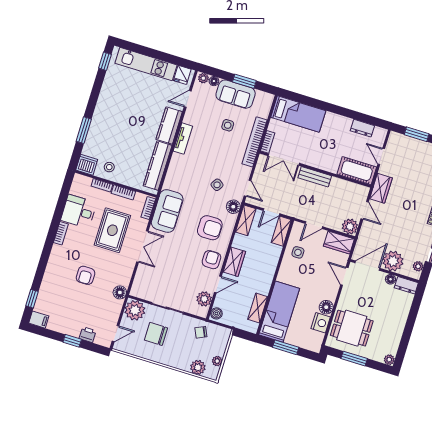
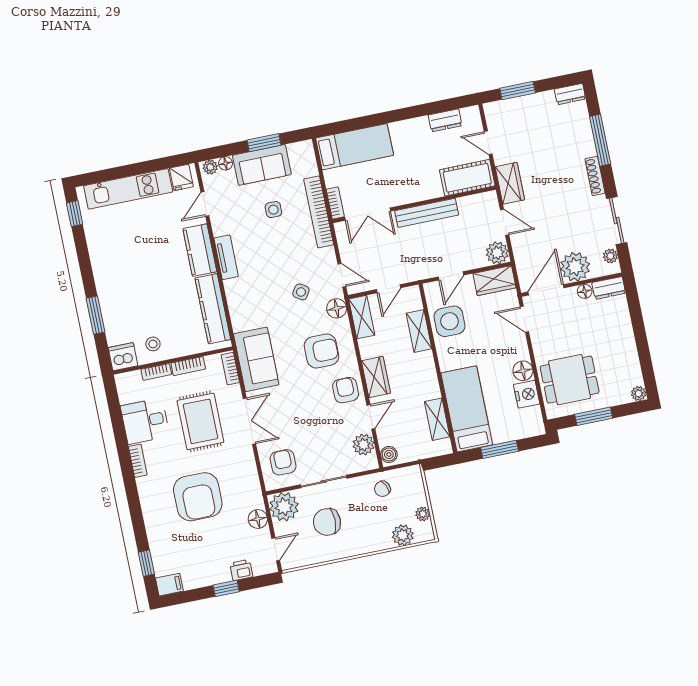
bench: (315, 177) -> (427, 213), width x1.36
shelving: (281, 231) -> (419, 331), moved
side table: (298, 252) -> (450, 321), width x1.87, depth x1.87
armchair: (86, 275) -> (198, 497), width x1.88, depth x1.88
armchair: (149, 283) -> (283, 462), added
floor lamp: (120, 292) -> (258, 519), moved

